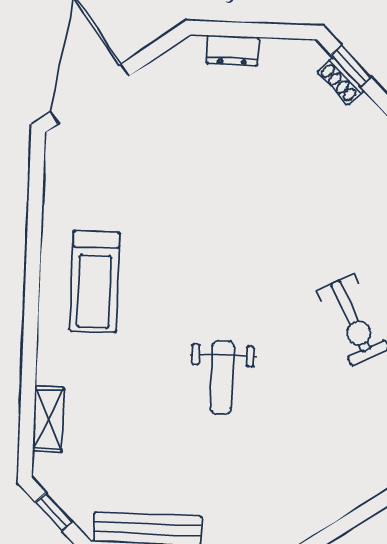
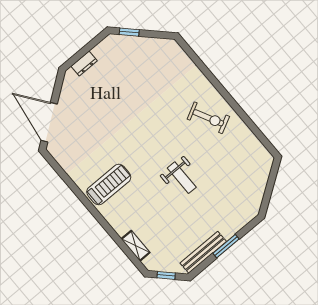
shoe rack: (341, 81) -> (130, 40), removed
treadmill: (95, 281) -> (109, 185), turned -90

